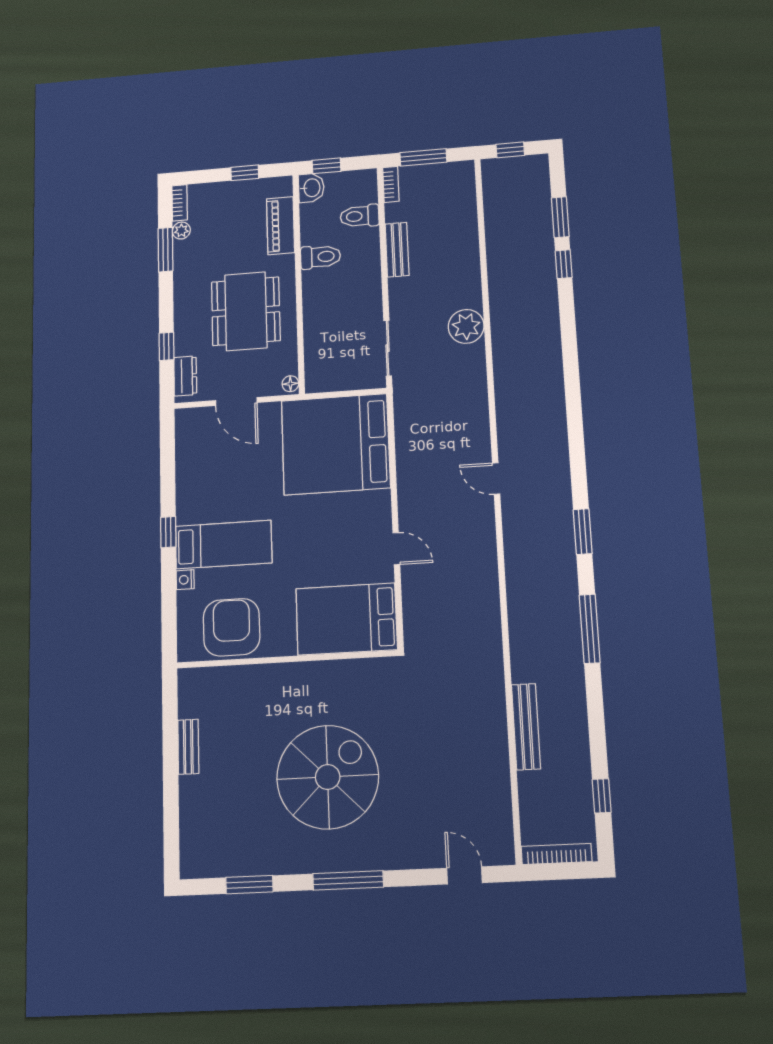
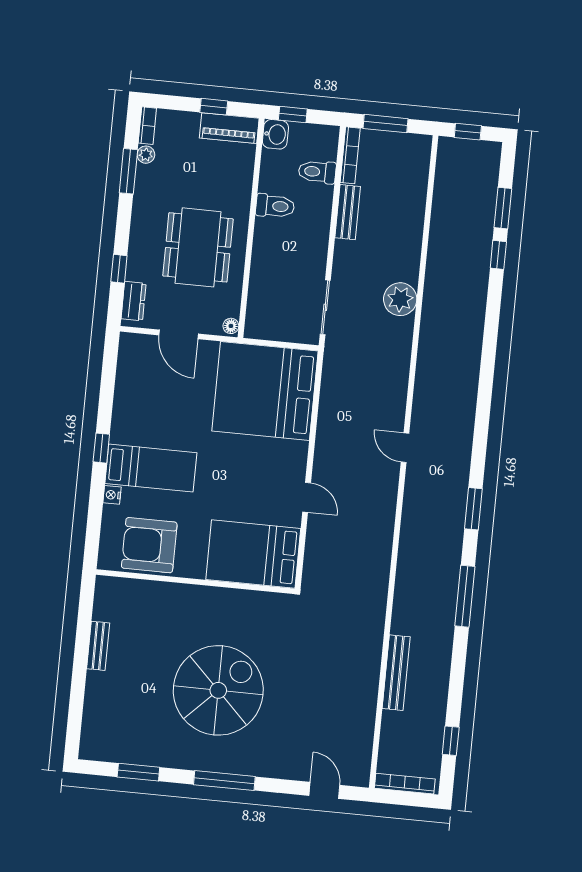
bookcase: (391, 184) -> (350, 155), width x1.56
piano: (281, 226) -> (229, 128), moved, turned -90
armchair: (232, 627) -> (149, 545), turned -90

